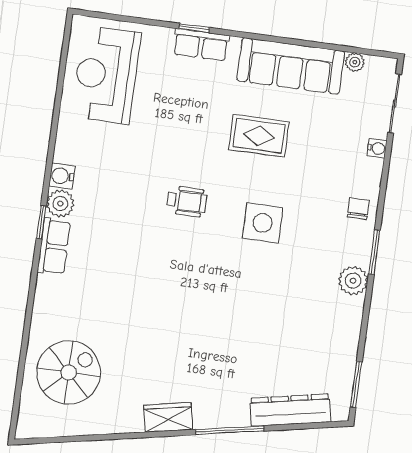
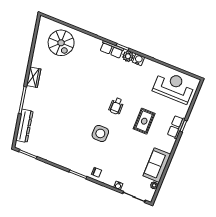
sofa: (291, 66) -> (157, 165), width x0.73
rug: (259, 136) -> (144, 121), moved
plant: (353, 281) -> (69, 163), removed

